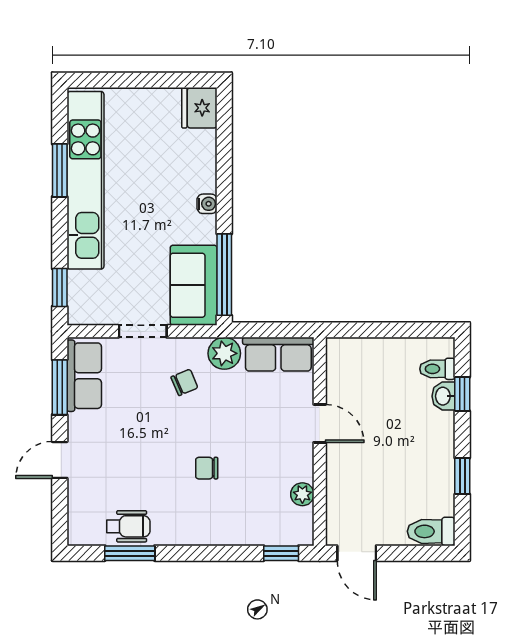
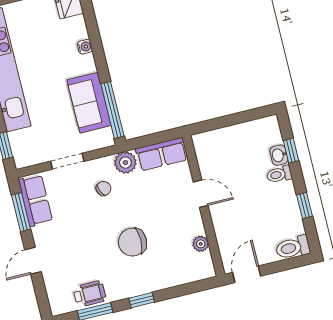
water cooler: (207, 204) -> (85, 47), moved
sofa: (194, 285) -> (89, 103), moved
toilet: (437, 369) -> (279, 174), moved
chair: (207, 468) -> (133, 242), width x1.87, depth x1.87
window: (281, 553) -> (142, 300), moved
door: (357, 553) -> (247, 274), swing flipped

